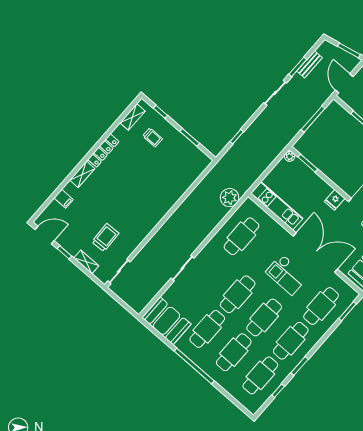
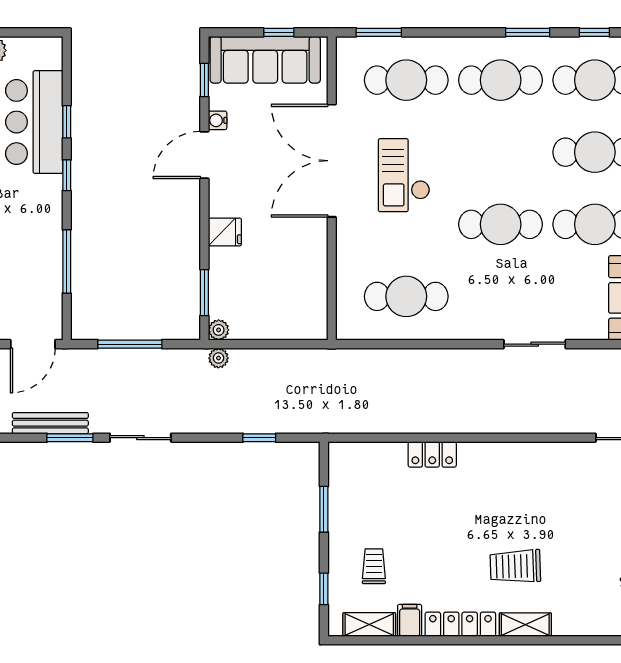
bench: (310, 64) -> (50, 423), width x1.36
locker: (175, 195) -> (432, 454), added
plant: (230, 198) -> (218, 358), moved, width x0.53, depth x0.53
filing cabinet: (64, 199) -> (410, 620), moved
fridge: (335, 200) -> (225, 232), moved
kitchen unit: (277, 206) -> (312, 283), removed
trolley: (105, 238) -> (515, 566), moved
checkout: (287, 275) -> (404, 175), turned 180
cafe table: (264, 317) -> (501, 152), removed

